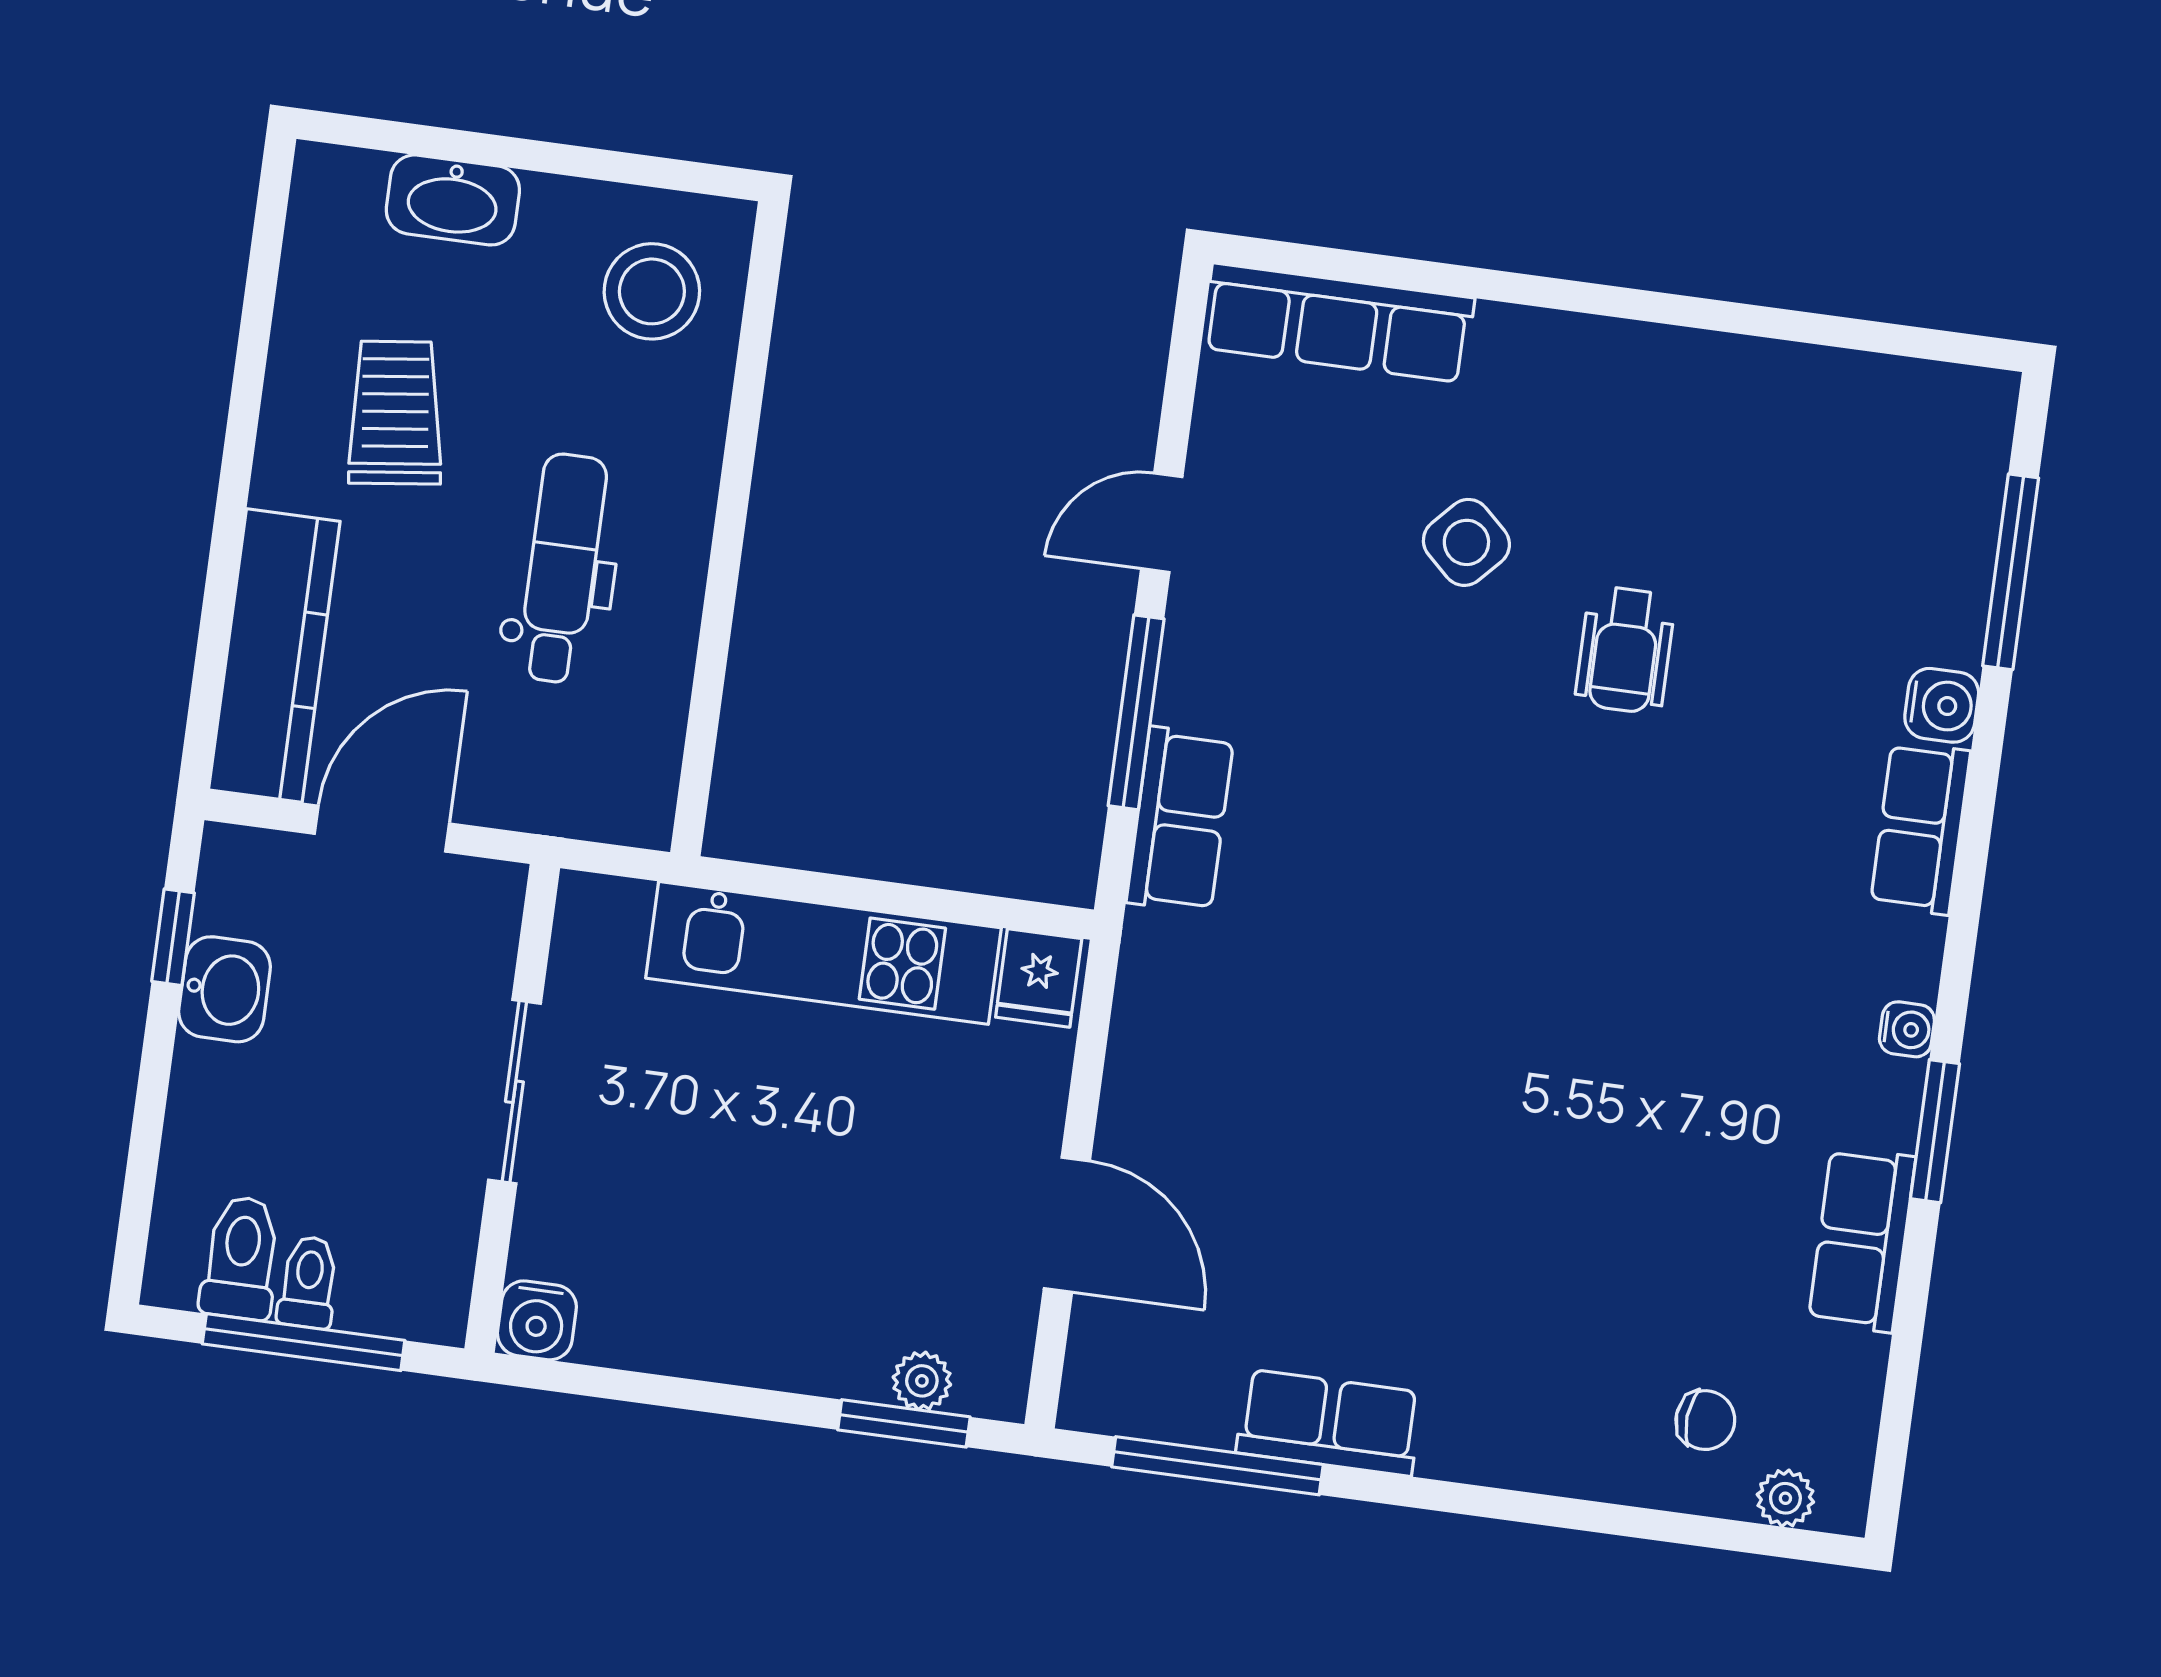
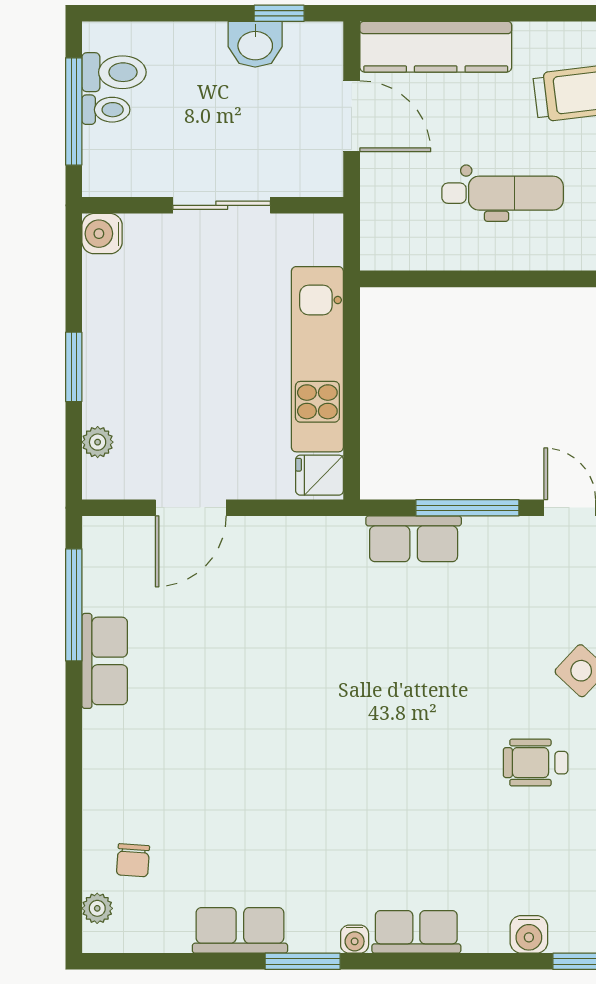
row of seats: (1920, 828) -> (416, 932), moved
window: (904, 1423) -> (74, 367), moved

